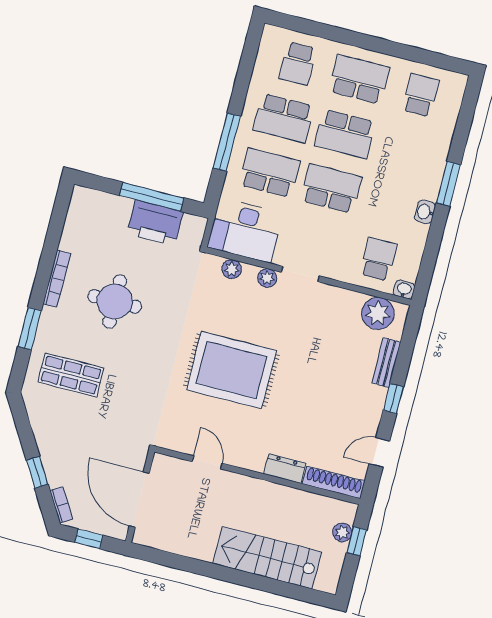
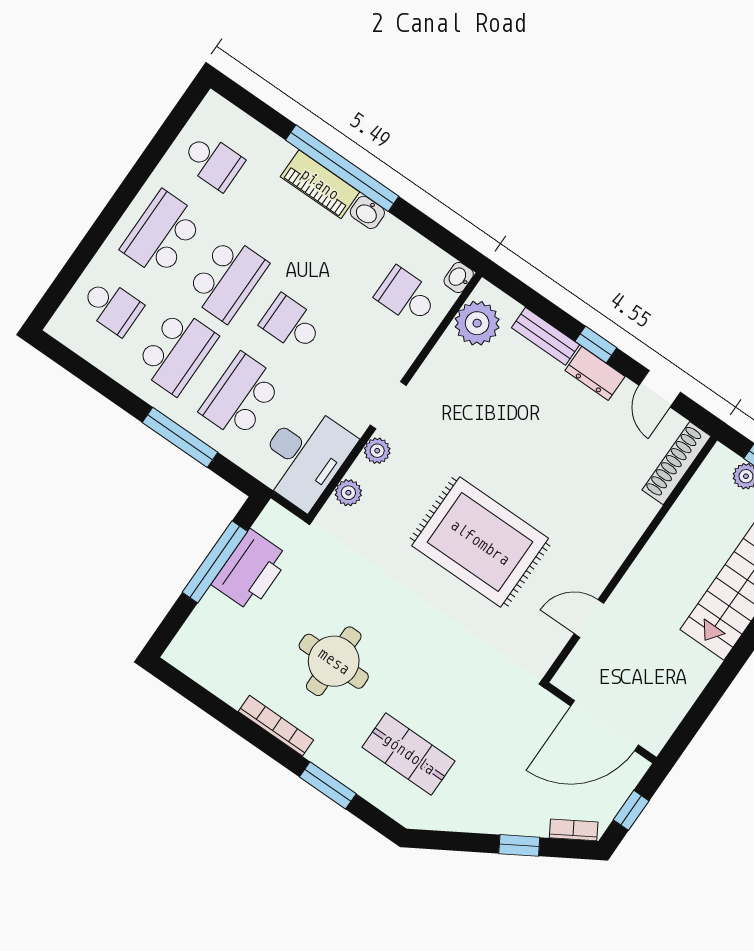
school desk: (421, 95) -> (213, 161), turned 180
piano: (432, 173) -> (320, 184), added
window: (448, 184) -> (342, 168), width x2.11
school desk: (331, 189) -> (291, 324), width x0.54
rug: (231, 370) -> (480, 542), turned 90
shop shelf: (71, 375) -> (409, 754), turned 90
dresser: (285, 469) -> (595, 373), moved, turned -90

